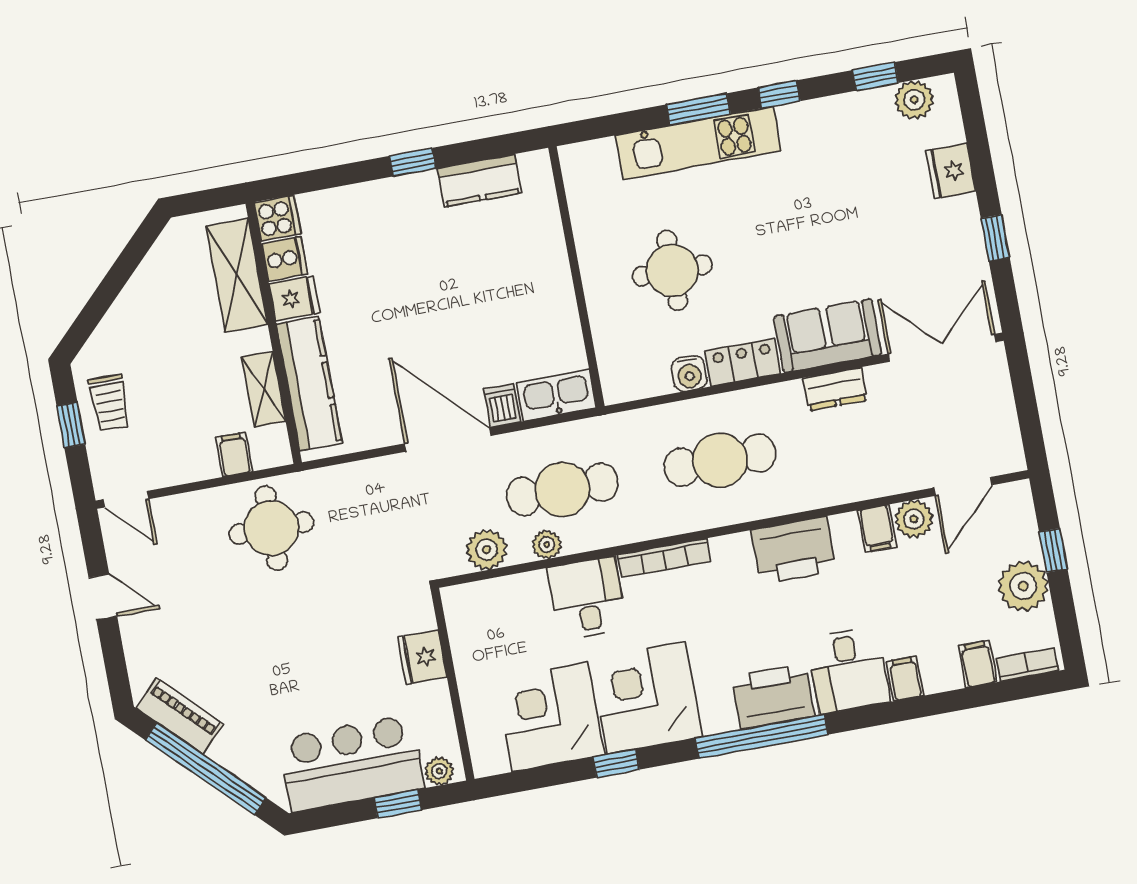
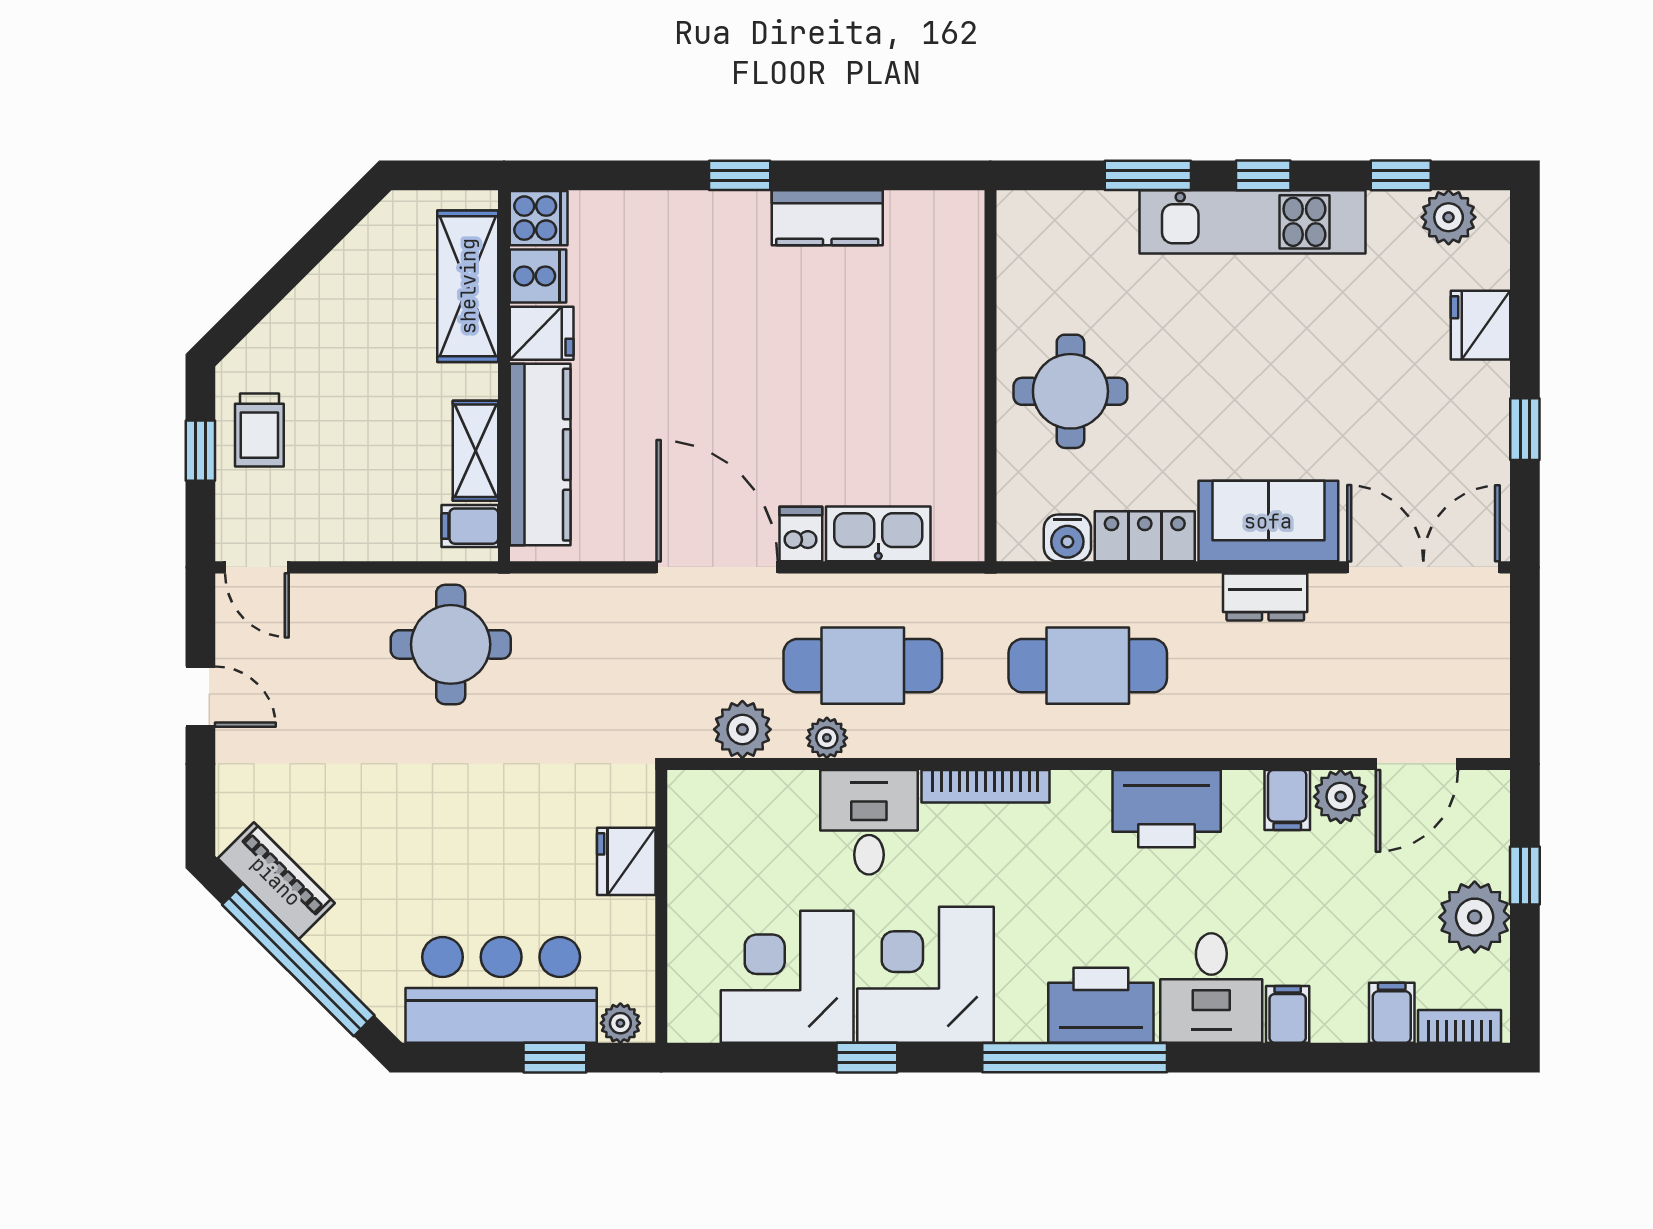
kitchen unit: (698, 143) -> (1252, 222), moved
wall: (576, 277) -> (990, 376), moved
filing cabinet: (234, 454) -> (470, 526), moved, turned -90

